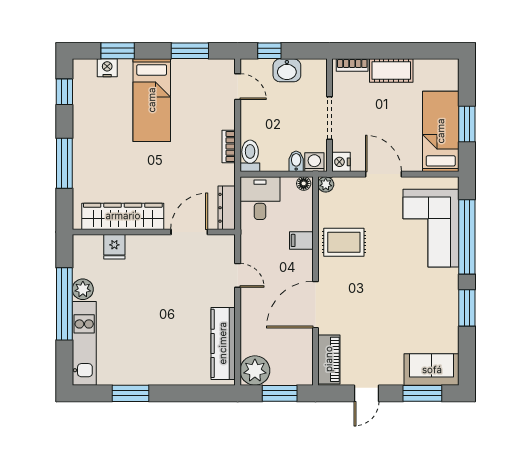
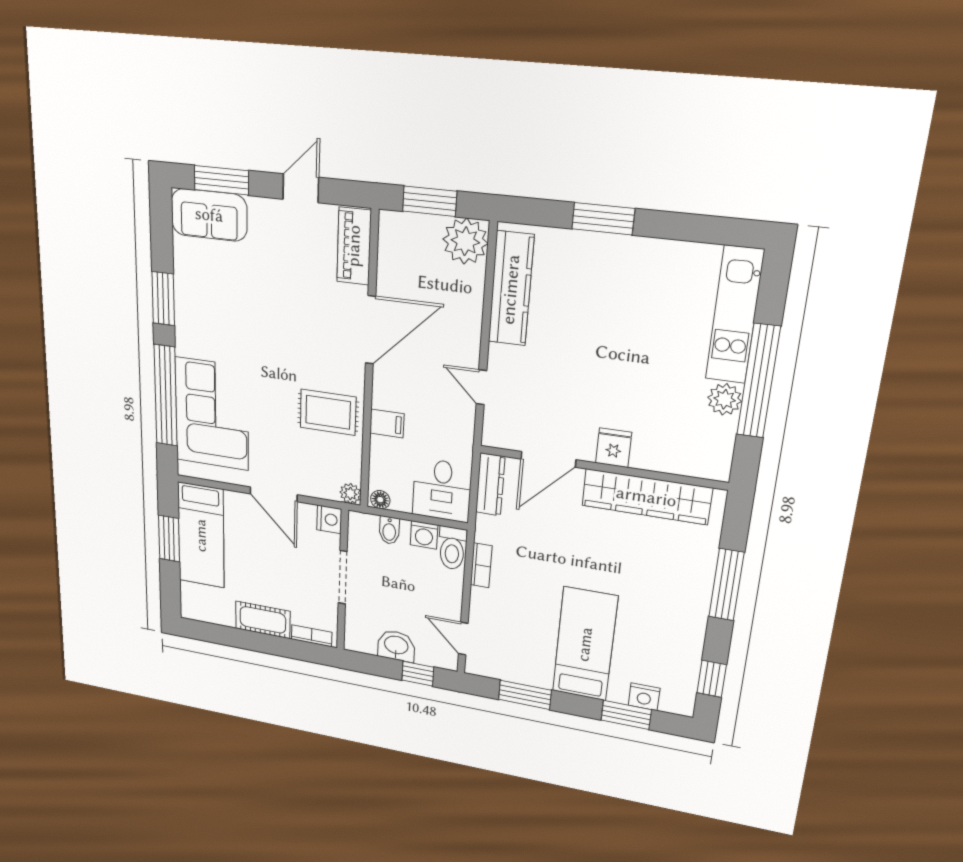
washing machine: (314, 162) -> (424, 535), moved
fridge: (114, 247) -> (614, 448), moved
window: (130, 393) -> (603, 219), moved

